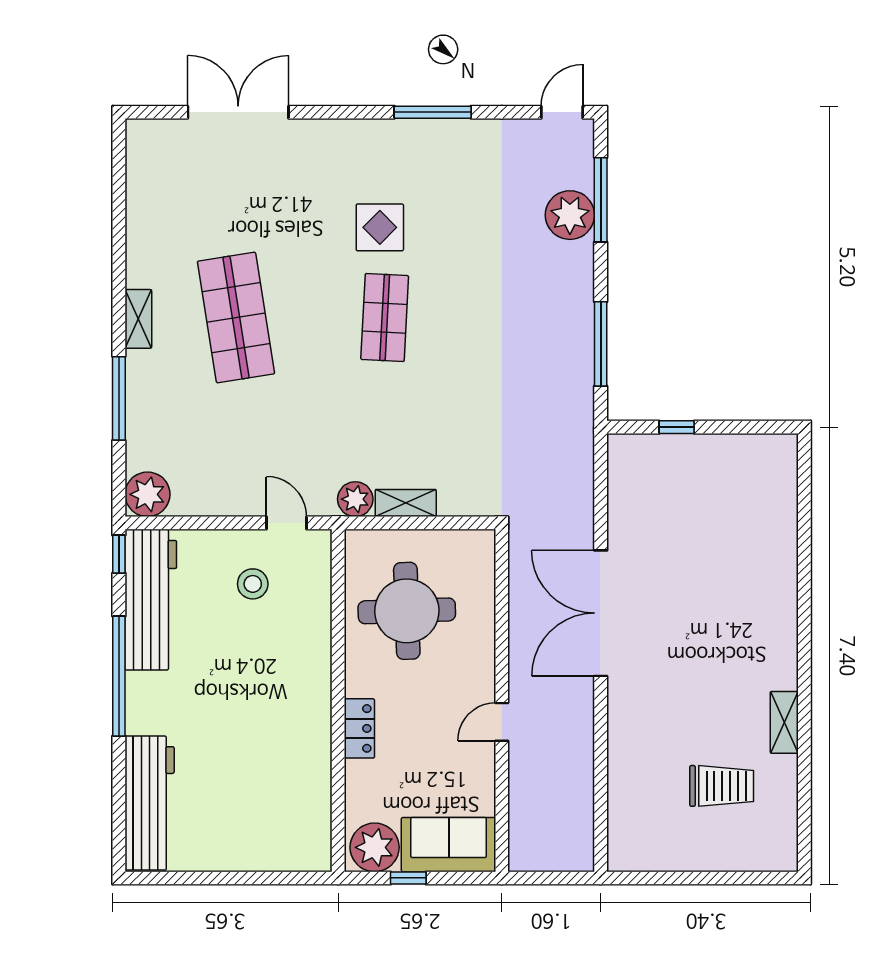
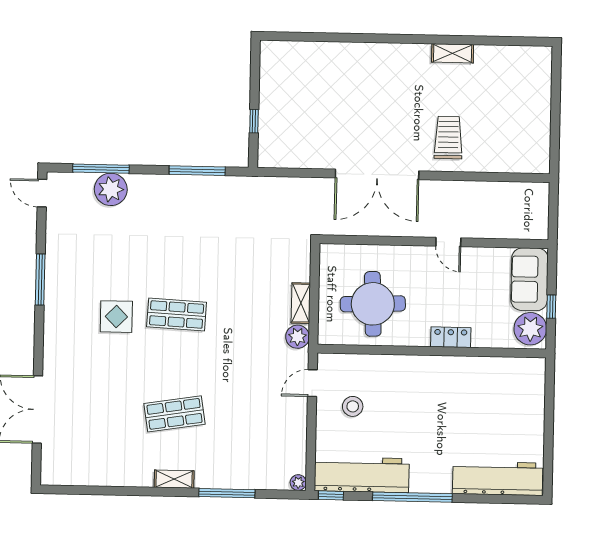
shop shelf: (236, 318) -> (175, 414), width x0.70, depth x0.74
plant: (147, 494) -> (298, 483), width x0.53, depth x0.53
trolley: (722, 786) -> (448, 138), moved

